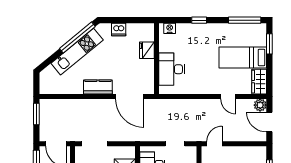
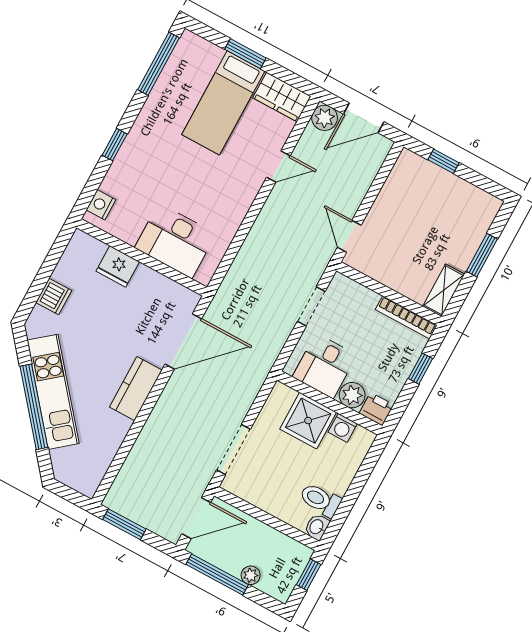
window: (77, 37) -> (34, 407), moved
window: (269, 44) -> (245, 54), moved

